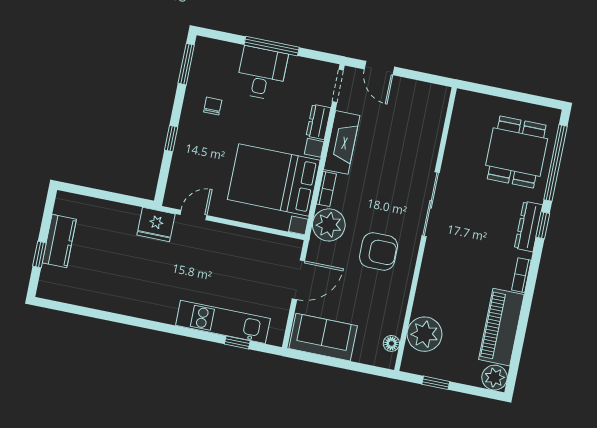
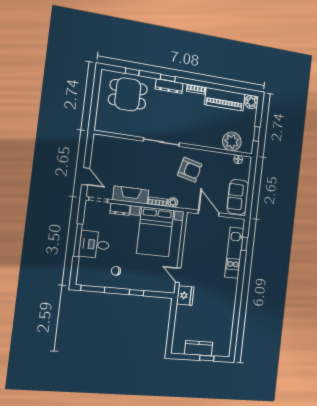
door: (379, 68) -> (86, 176), hinge flipped
window: (555, 163) -> (132, 72), width x0.32
plant: (329, 225) -> (173, 202), width x0.53, depth x0.53
armchair: (379, 252) -> (190, 170), turned 104

